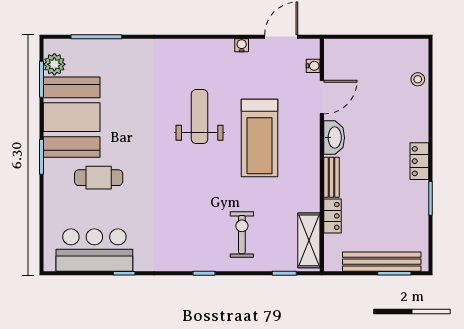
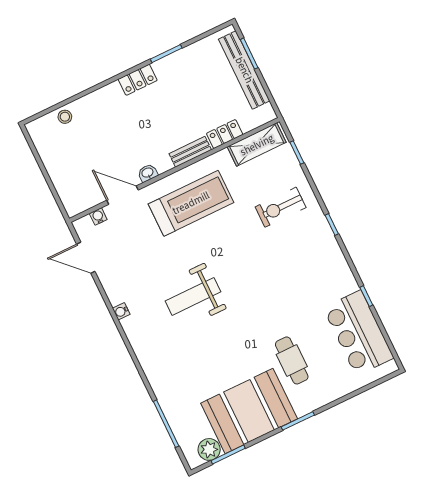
water cooler: (242, 45) -> (121, 311), moved
treadmill: (260, 138) -> (191, 203), moved
washbasin: (334, 138) -> (148, 173), width x0.52, depth x0.69

